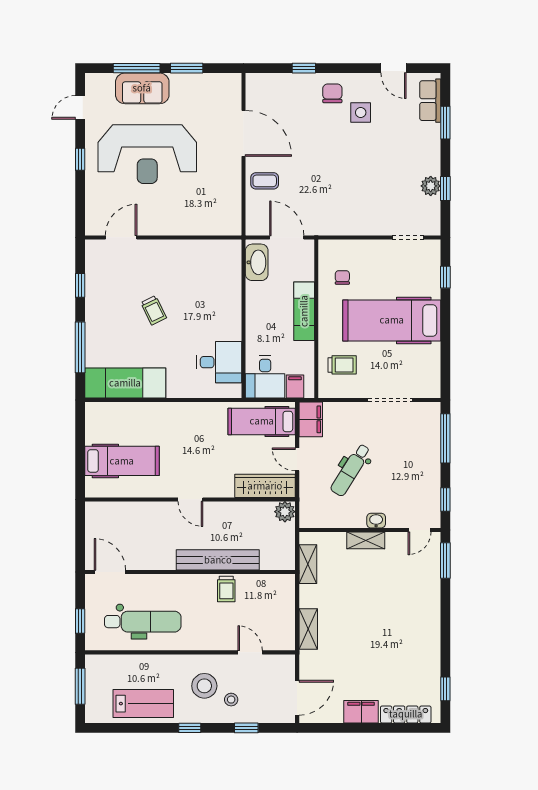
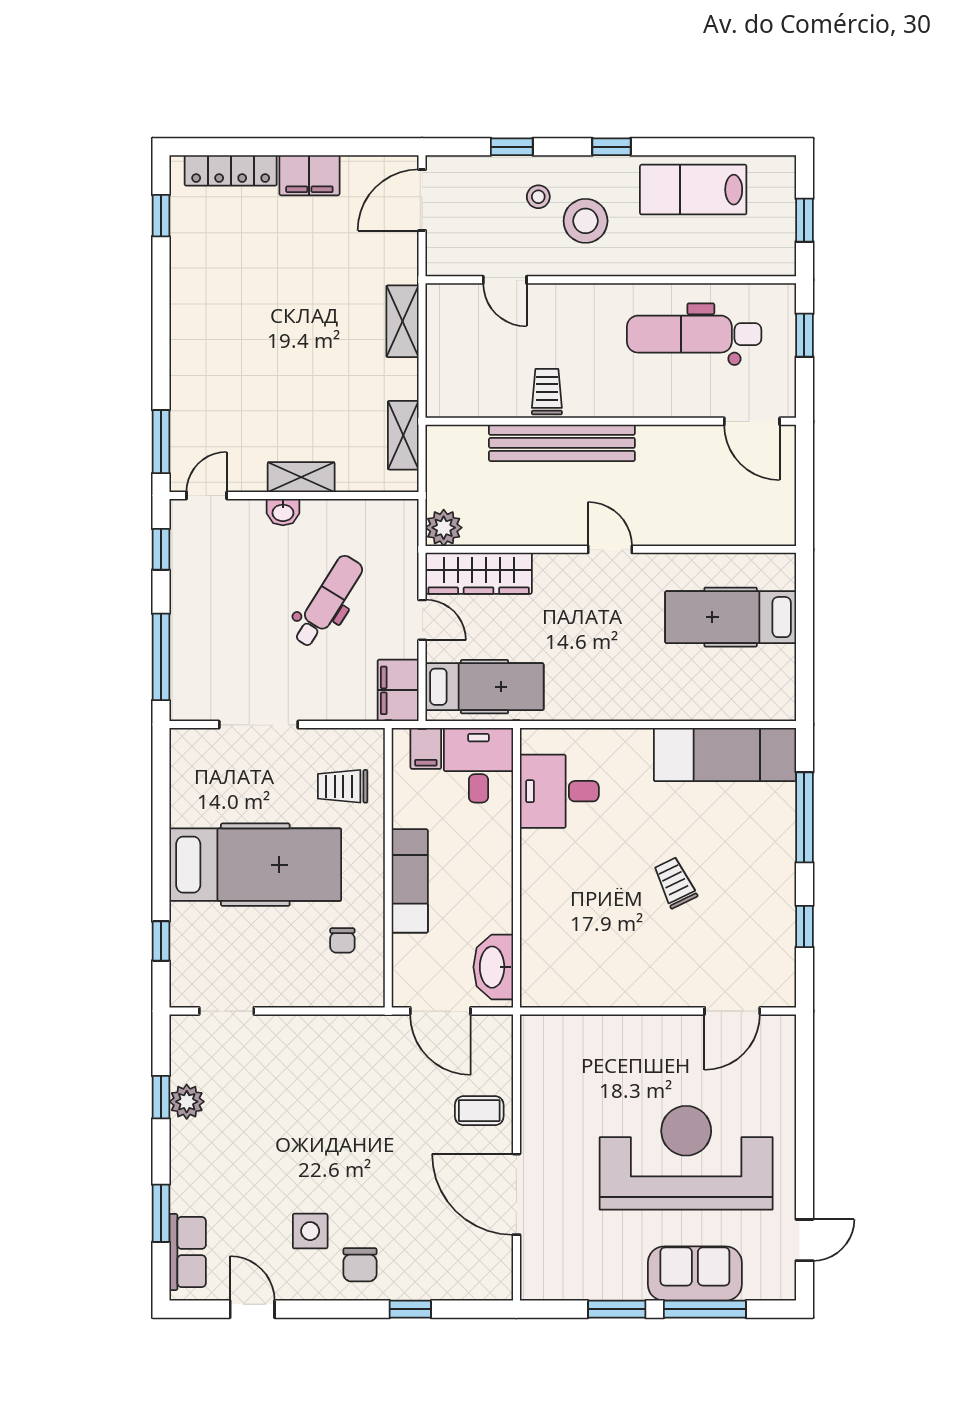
window: (80, 159) -> (804, 1149), removed
window: (80, 686) -> (804, 220), width x0.67

